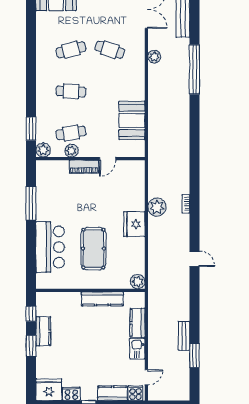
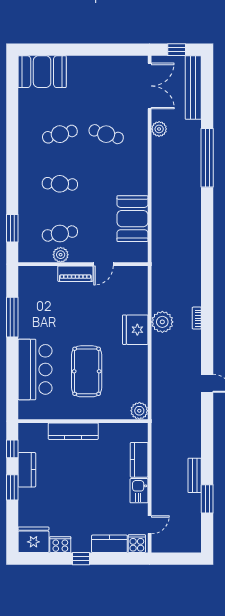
plant: (154, 57) -> (159, 129), moved
plant: (43, 150) -> (27, 254), removed
fridge: (134, 224) -> (135, 330), moved
kitchen counter: (102, 299) -> (73, 431), moved

